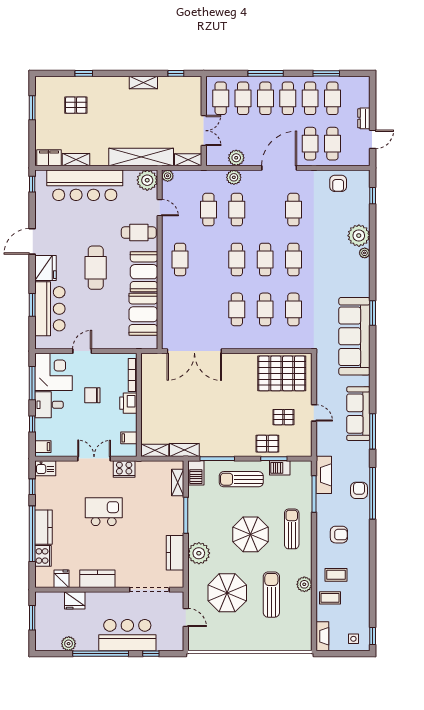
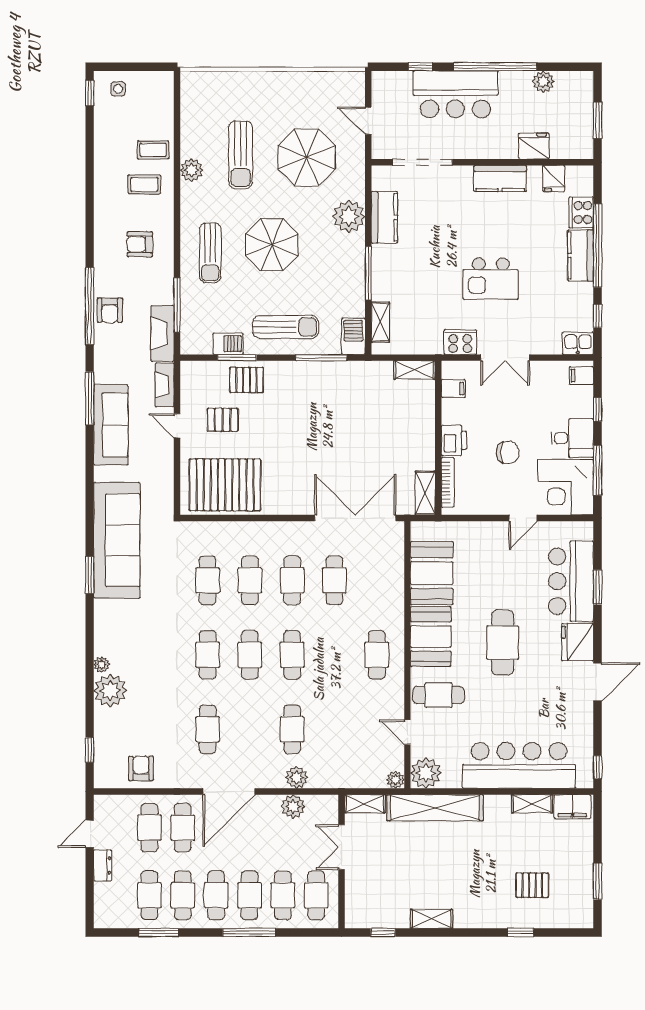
cafe table: (208, 210) -> (334, 580), moved
shelving: (184, 450) -> (425, 493), moved, turned 90
fireplace: (322, 636) -> (165, 385), moved

